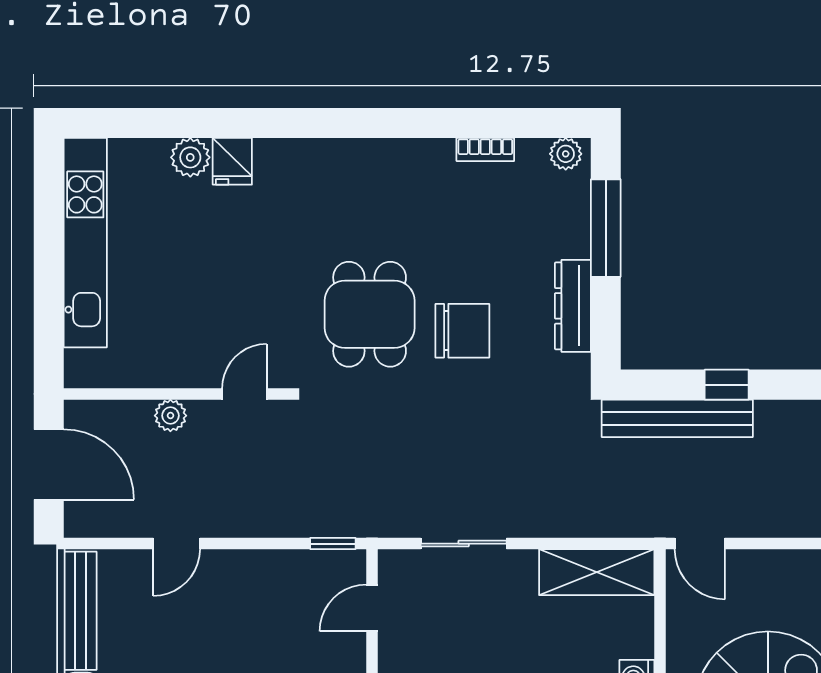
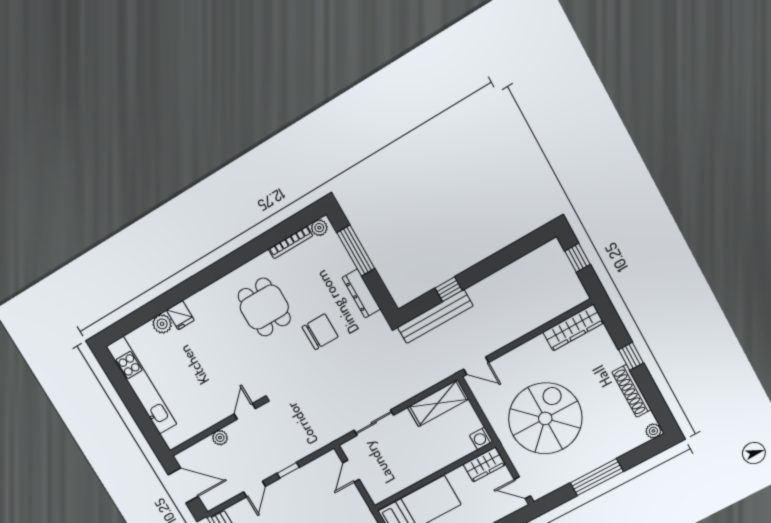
bookcase: (485, 149) -> (290, 242), width x1.56
dining table: (370, 314) -> (264, 307), moved
window: (333, 544) -> (288, 470), moved

